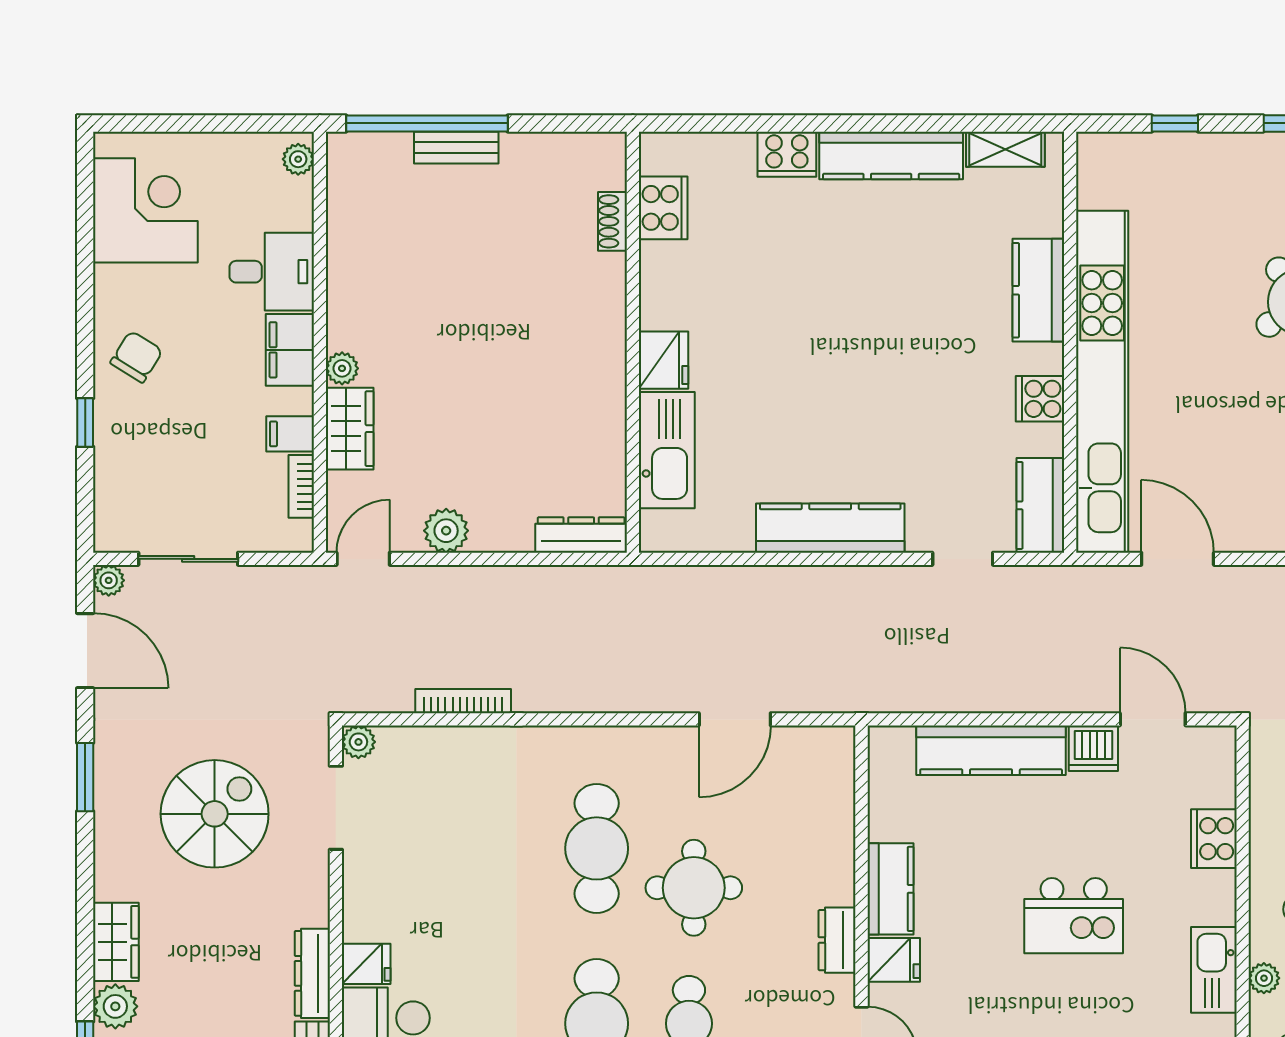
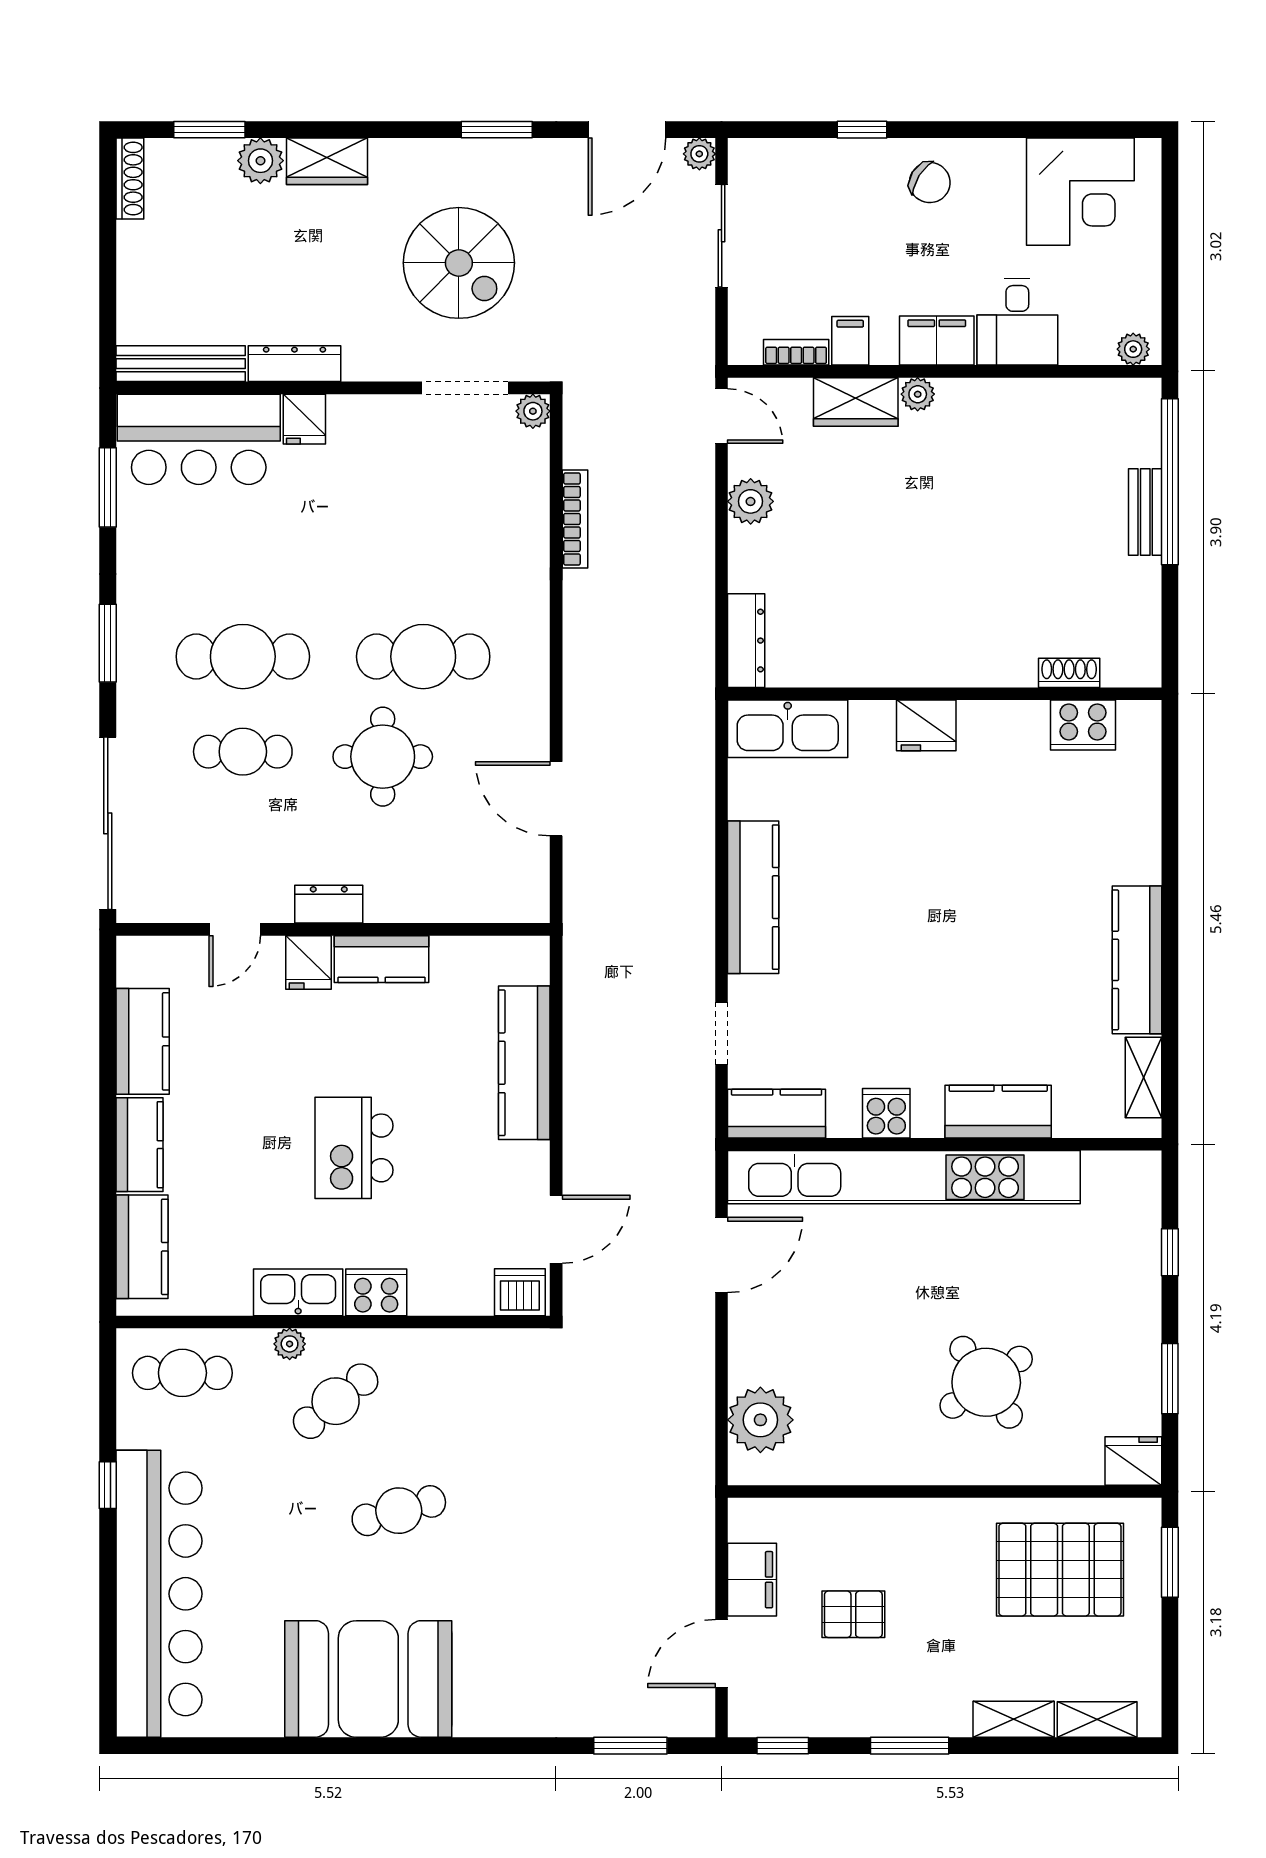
cooker: (787, 154) -> (1138, 853), removed
kitchen sink: (667, 450) -> (788, 729), moved
dishwasher: (1093, 748) -> (520, 1292), moved, turned 90
cooker: (1214, 839) -> (376, 1292), moved

